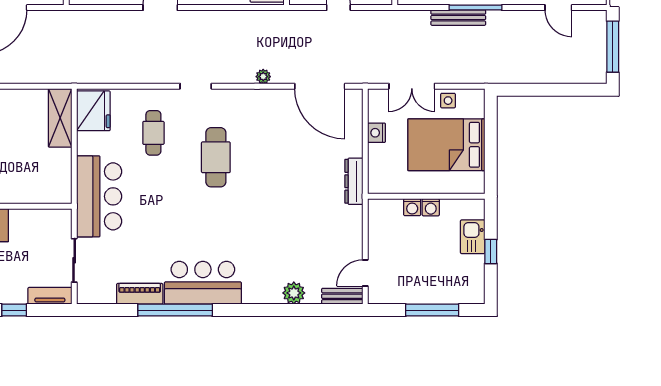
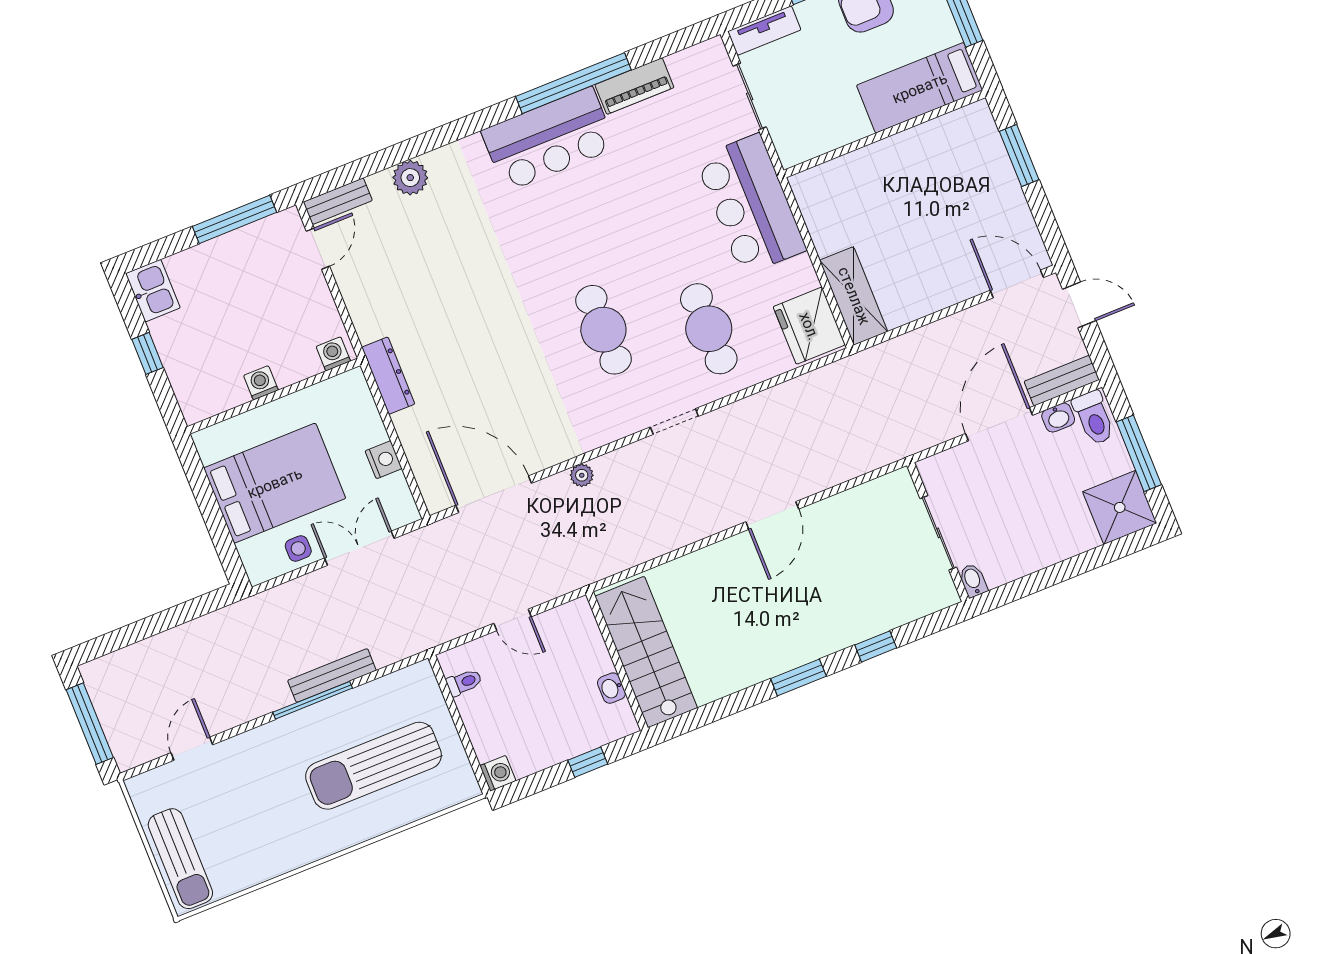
door: (558, 8) -> (192, 749), hinge flipped
cafe table: (153, 133) -> (709, 329), width x1.37, depth x1.35
washing machine: (412, 207) -> (333, 354), moved
kitchen sink: (473, 237) -> (153, 291), moved
window: (432, 310) -> (234, 219), moved

